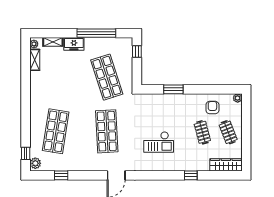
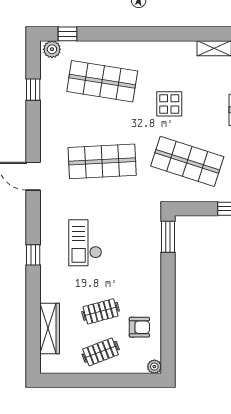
shop shelf: (107, 77) -> (187, 161), turned 36
display table: (70, 89) -> (169, 104), added
window: (173, 89) -> (168, 237), moved
wardrobe: (226, 165) -> (50, 328), moved
window: (191, 175) -> (33, 255), moved

